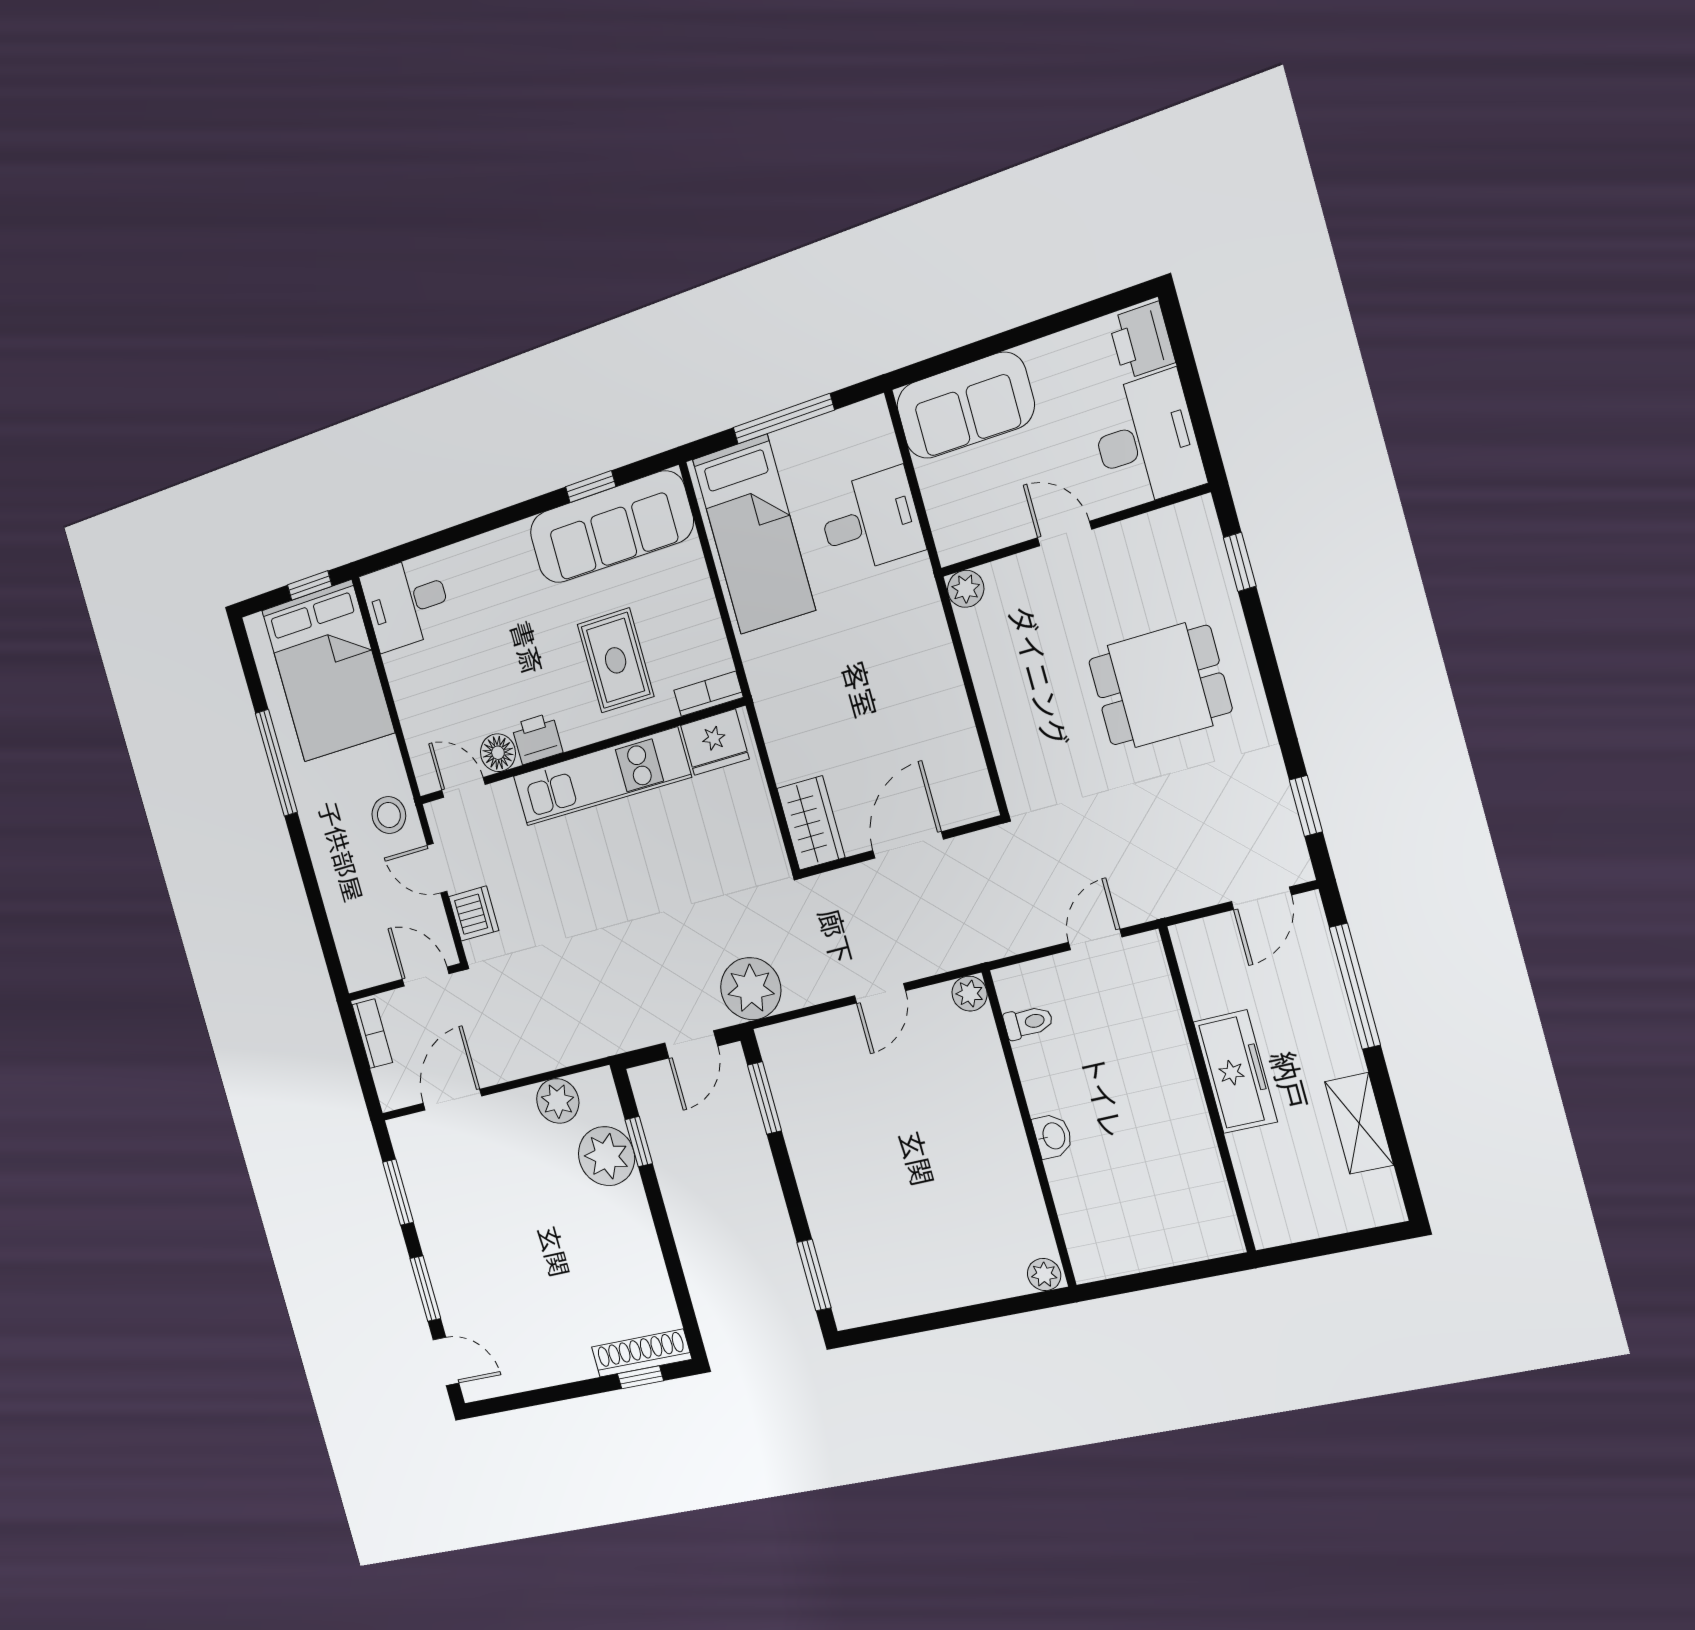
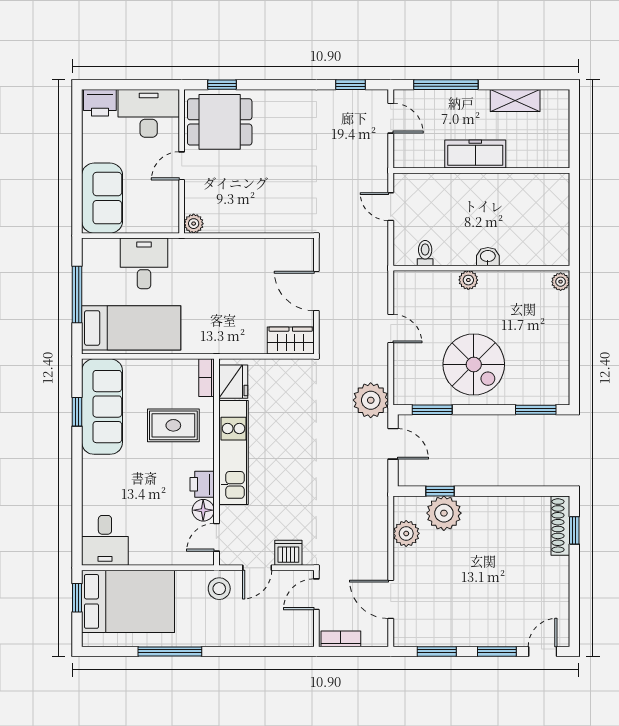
dining table: (1160, 685) -> (220, 122), moved, turned 90
plant: (970, 994) -> (468, 280), moved
spiral stairs: (859, 1152) -> (474, 364), added

